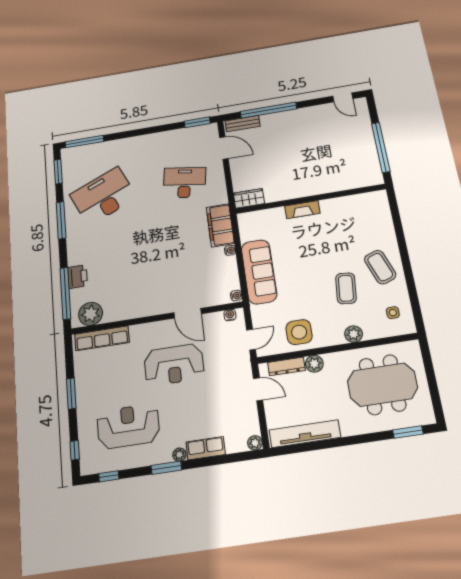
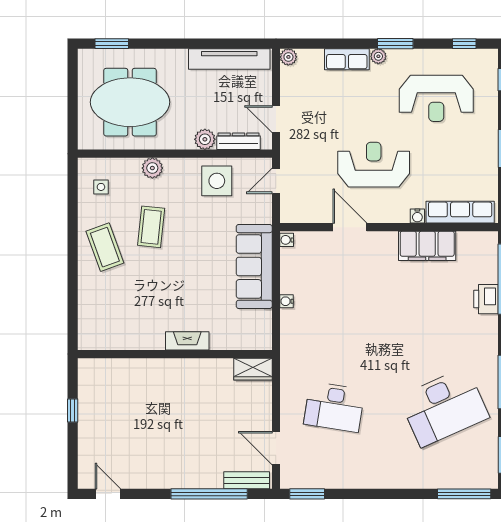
window: (381, 147) -> (73, 410), width x0.32
filing cabinet: (220, 225) -> (427, 246), moved, turned 90
plant: (91, 314) -> (472, 246), removed
water cooler: (230, 315) -> (417, 216), moved

